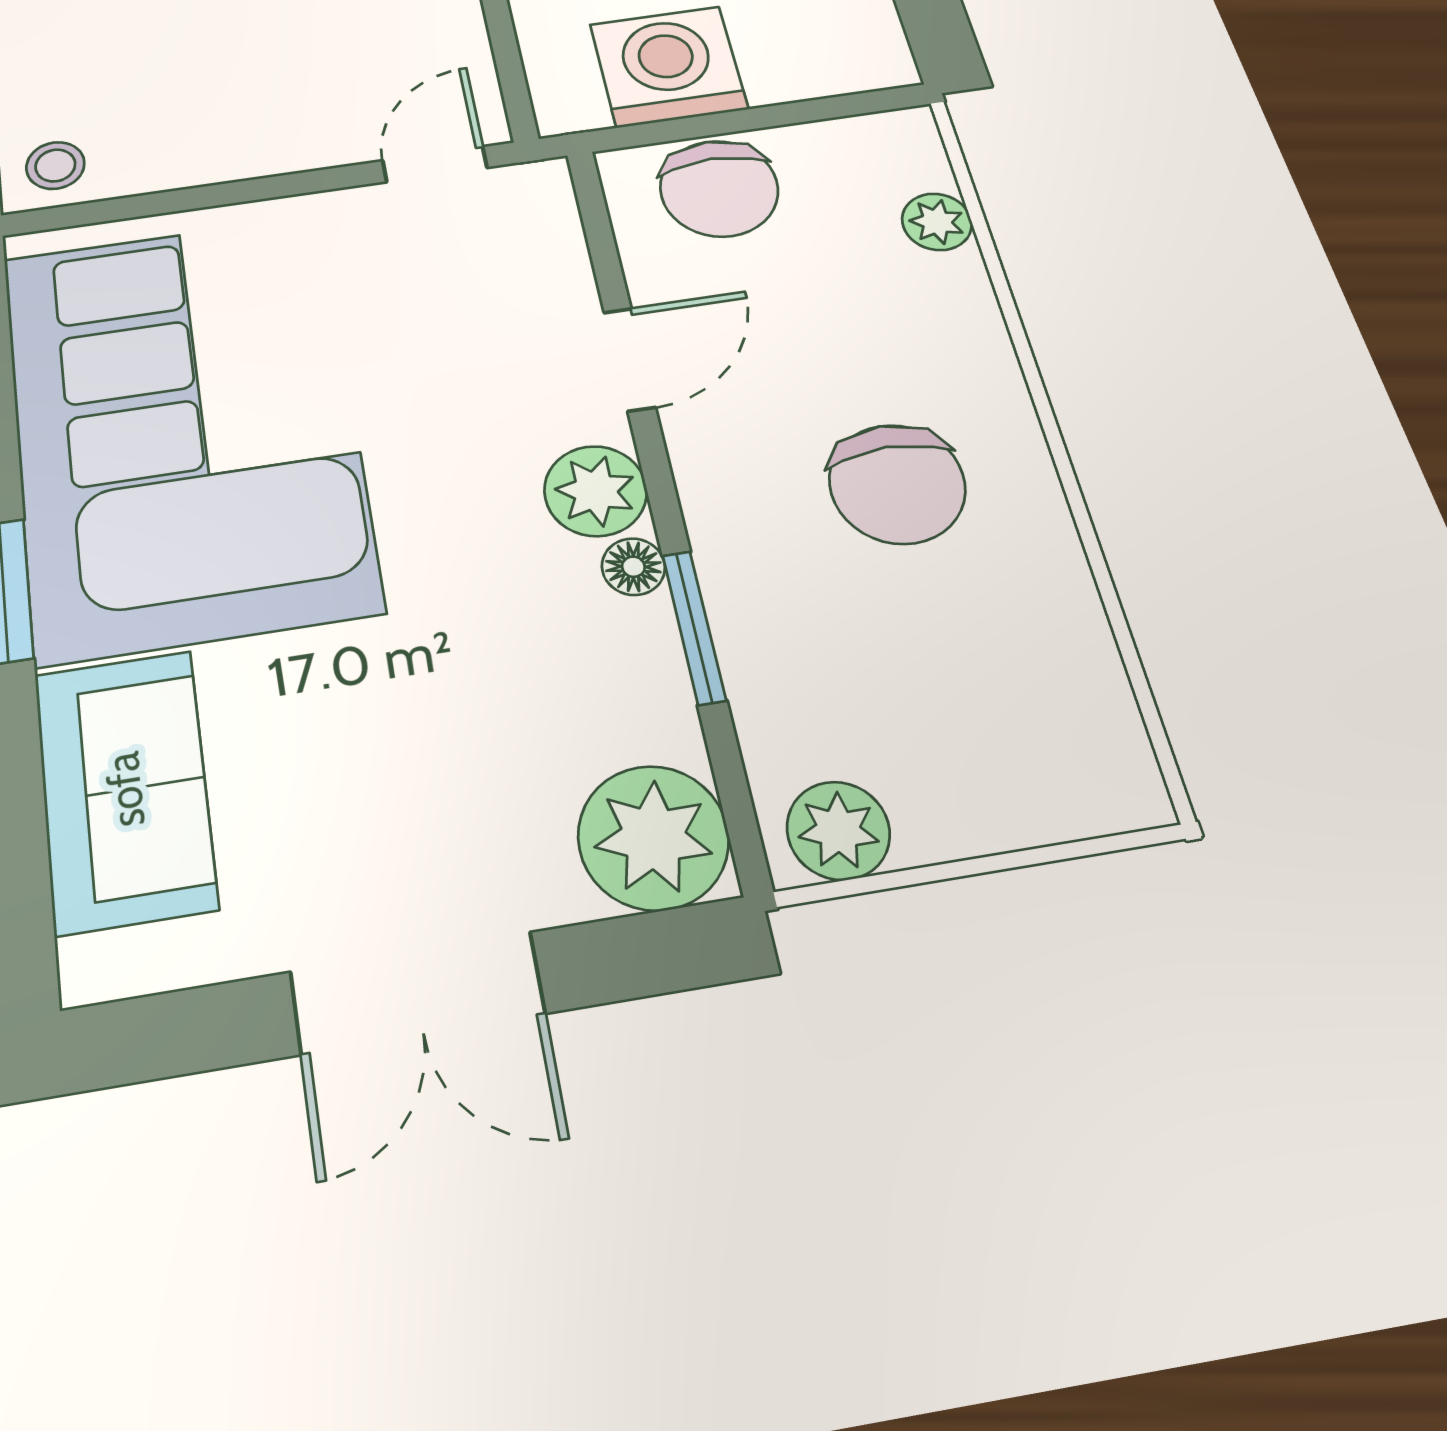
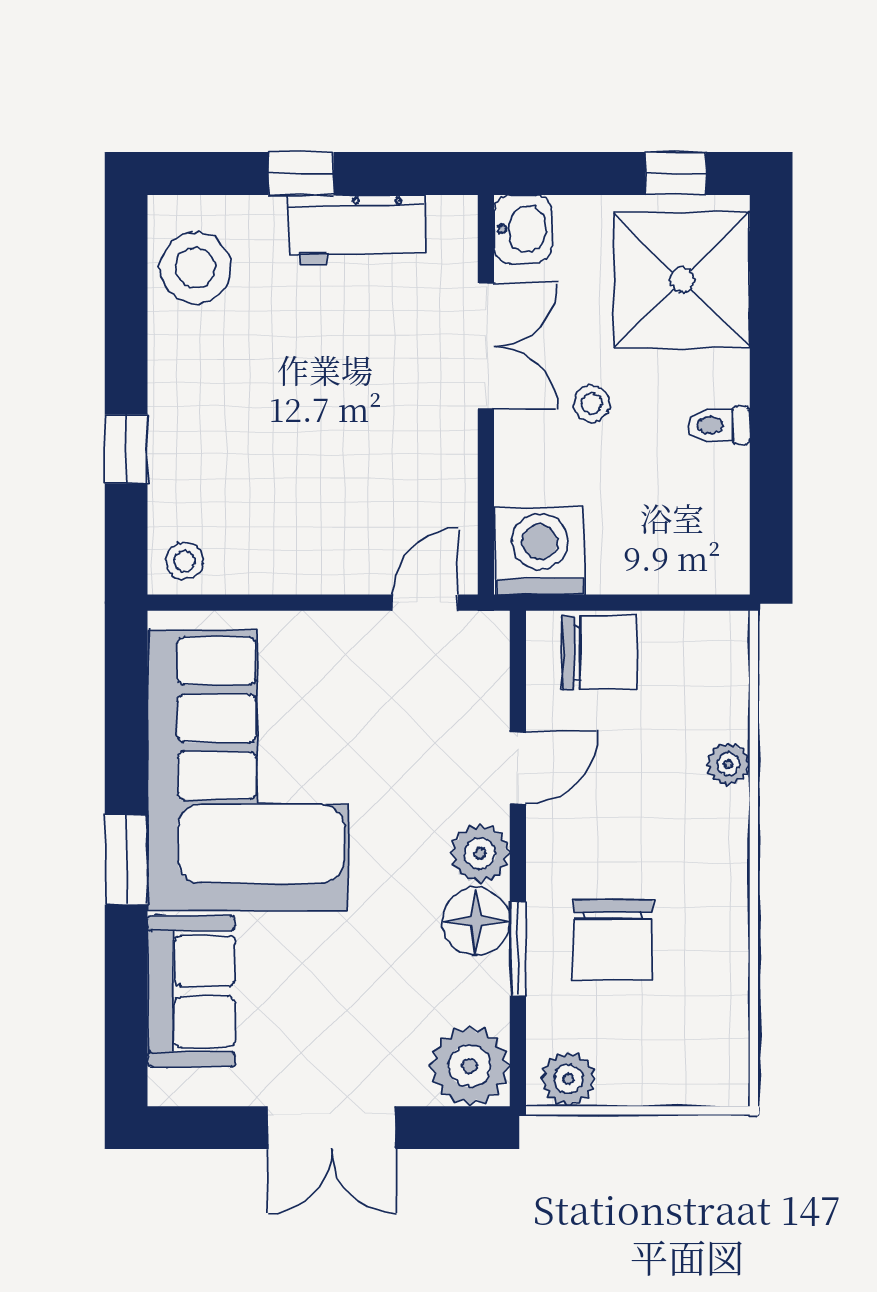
washing machine: (668, 66) -> (540, 551), moved
chair: (719, 188) -> (600, 653), turned -90
plant: (937, 222) -> (728, 764), moved
chair: (897, 484) -> (613, 939), moved
floor lamp: (633, 567) -> (476, 922), width x1.89, depth x1.89

